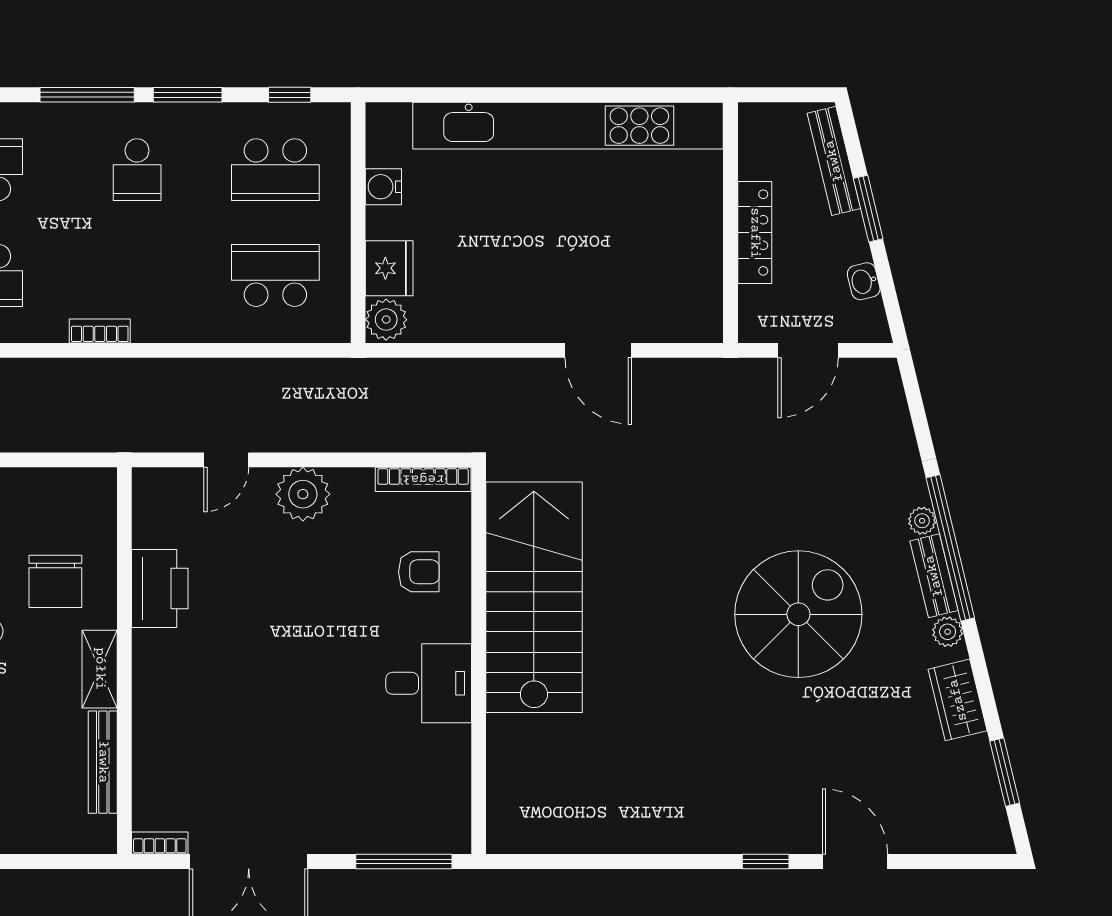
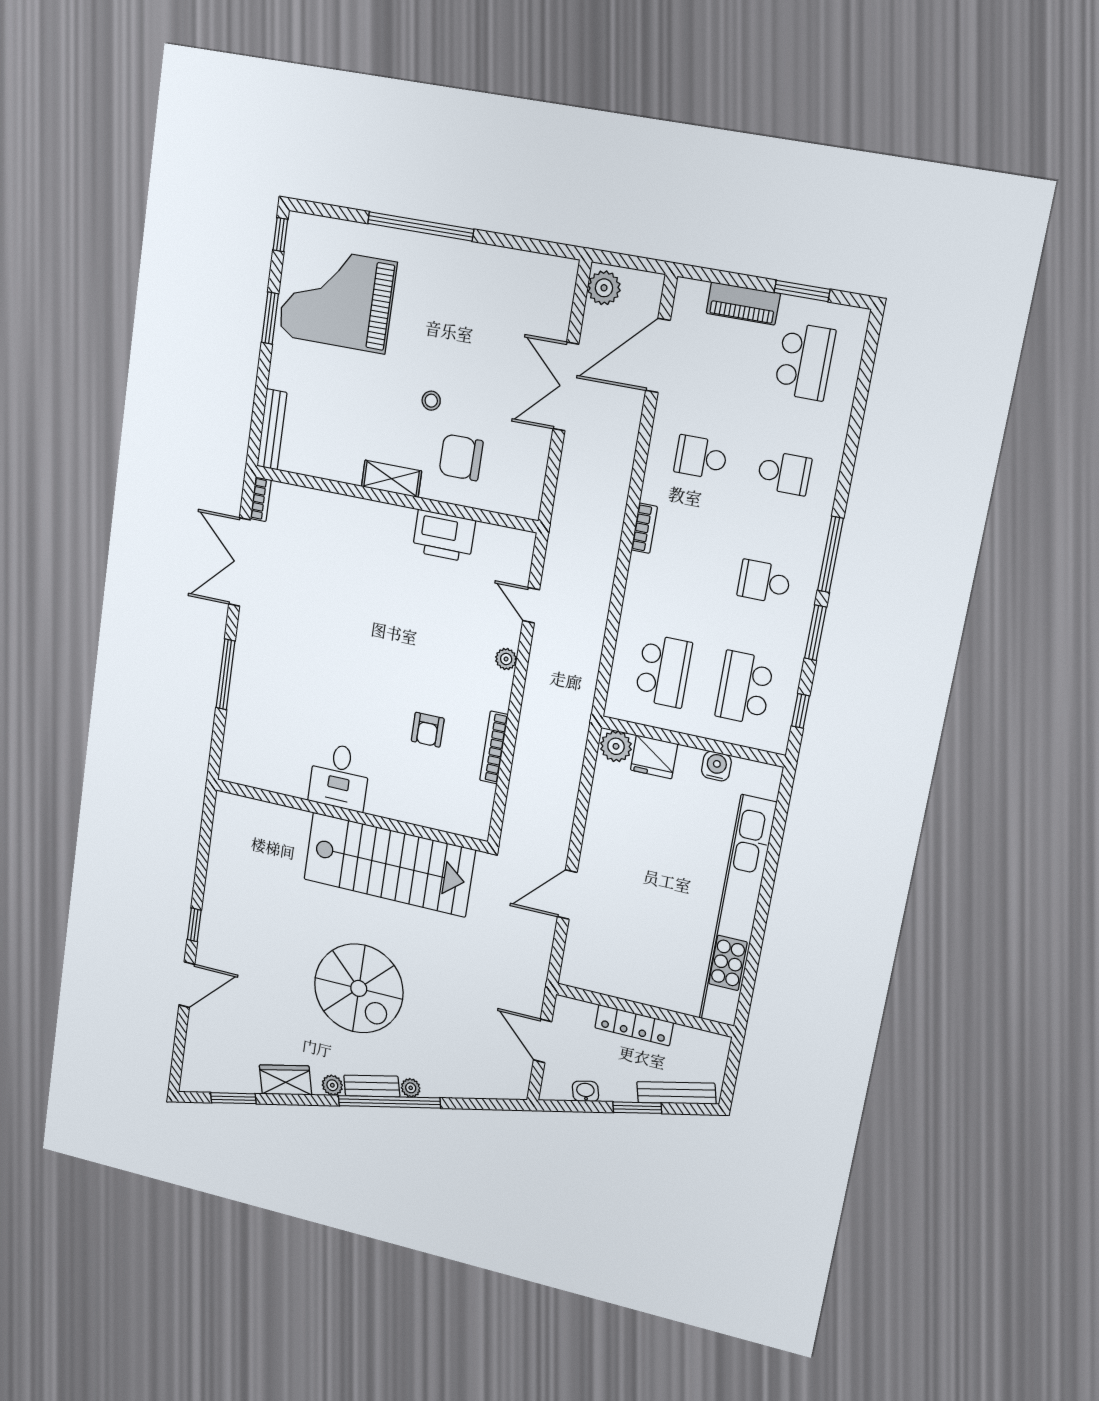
plant: (303, 494) -> (506, 659), width x0.53, depth x0.53
stairs: (534, 597) -> (389, 865), moved
wall: (479, 661) -> (350, 815), moved
desk: (429, 683) -> (339, 777), moved
bench: (103, 762) -> (272, 429), moved, turned 90

